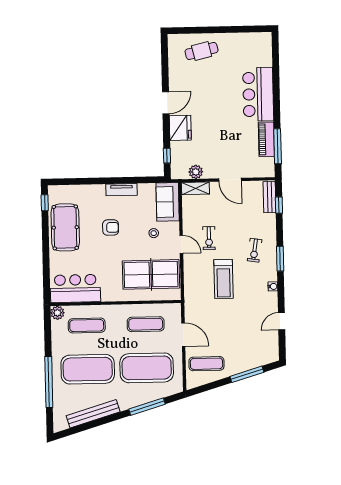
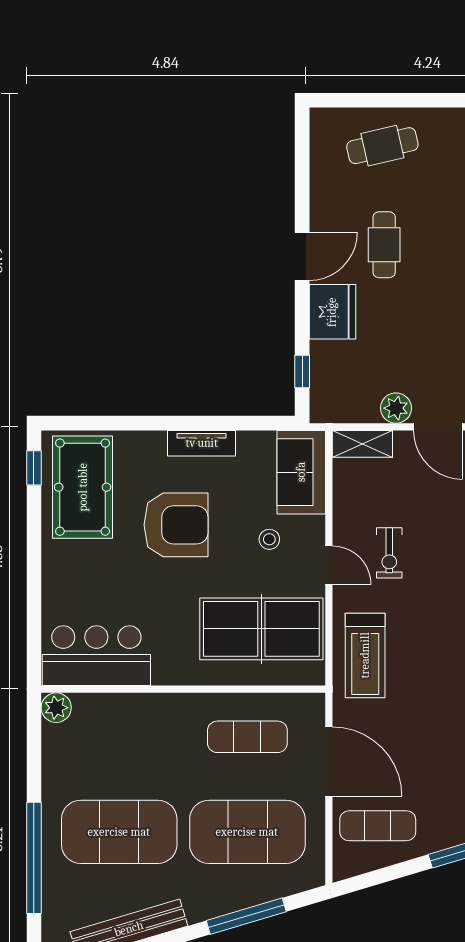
cafe table: (203, 97) -> (384, 245), added
plant: (196, 172) -> (396, 408), moved
pool table: (65, 227) -> (83, 487), moved
armchair: (111, 227) -> (176, 525), width x1.88, depth x1.88
treadmill: (224, 279) -> (365, 655), moved
exercise mat: (87, 326) -> (119, 737), removed
door: (183, 335) -> (329, 761), width x1.36

